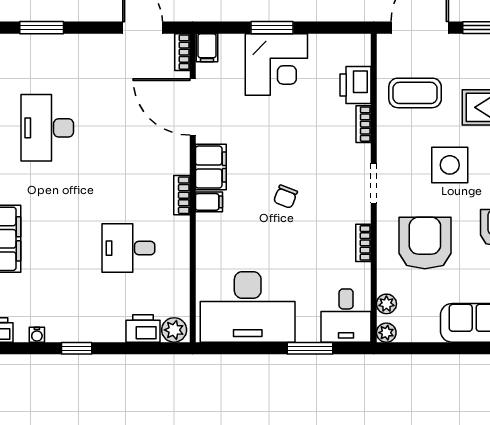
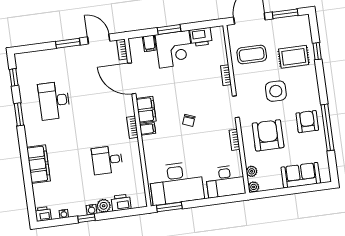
window: (42, 28) -> (68, 43), moved
filing cabinet: (207, 48) -> (149, 43), moved
printer: (355, 85) -> (201, 37), moved, turned -90
desk: (346, 316) -> (225, 181), width x1.37
plant: (174, 330) -> (104, 206), moved
water cooler: (88, 334) -> (91, 210), added
window: (310, 348) -> (169, 207), moved

